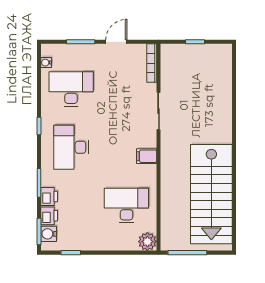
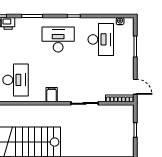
door: (116, 42) -> (135, 87), moved
printer: (49, 196) -> (22, 23), removed

